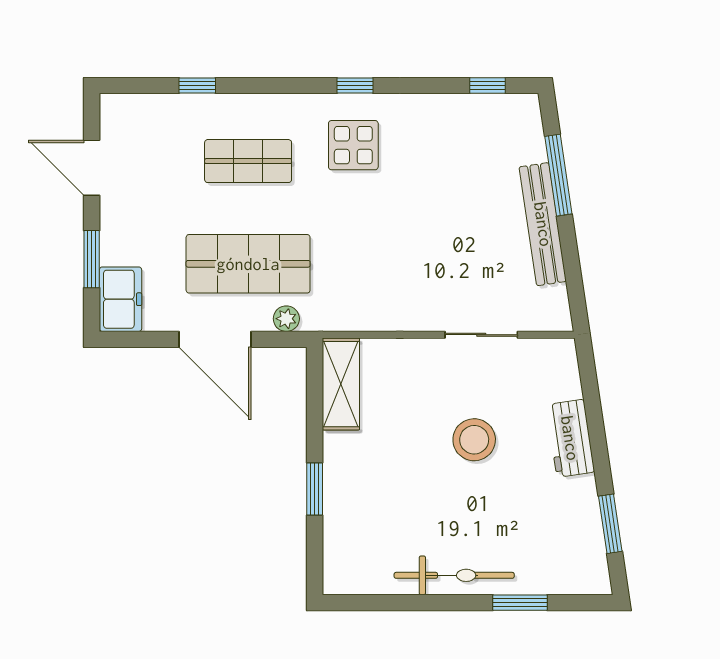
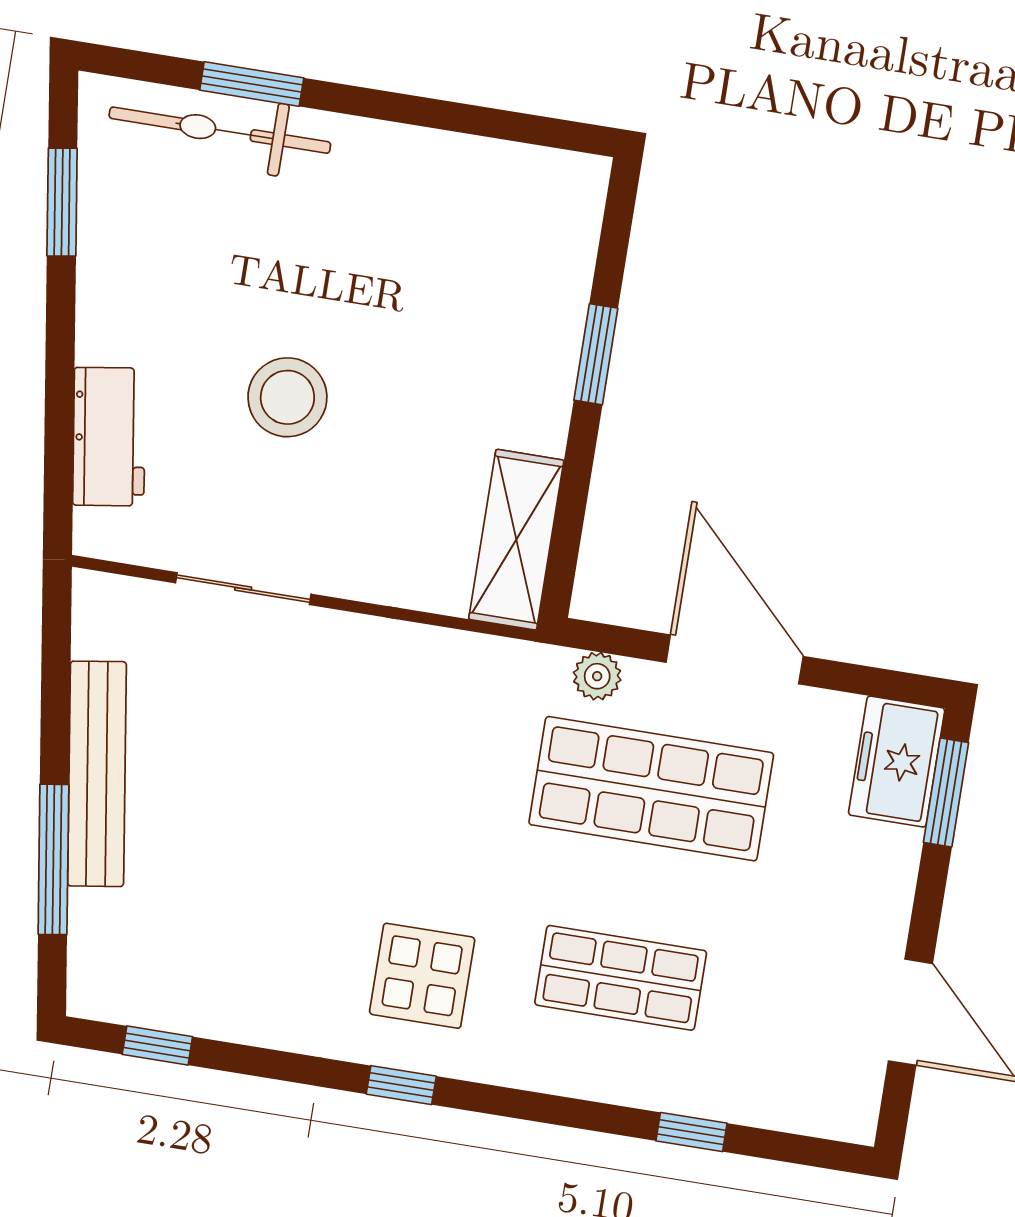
window: (92, 259) -> (946, 792), moved
workbench: (570, 438) -> (109, 437), moved
bicycle: (454, 575) -> (220, 130), moved

